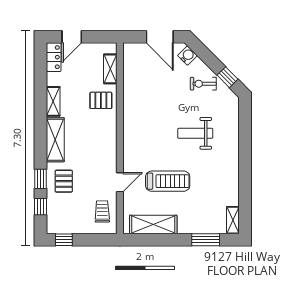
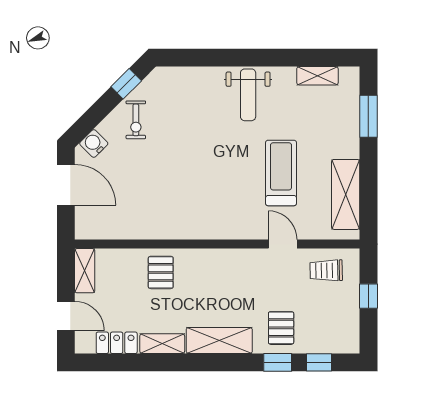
door: (160, 37) -> (66, 185), hinge flipped
locker: (54, 57) -> (117, 343), moved
shelving: (110, 69) -> (85, 271), moved, turned 90
weight bench: (195, 133) -> (248, 95), moved
pallet: (64, 181) -> (281, 328), turned 90
shelving: (233, 220) -> (317, 76), moved
window: (64, 240) -> (368, 296), moved

